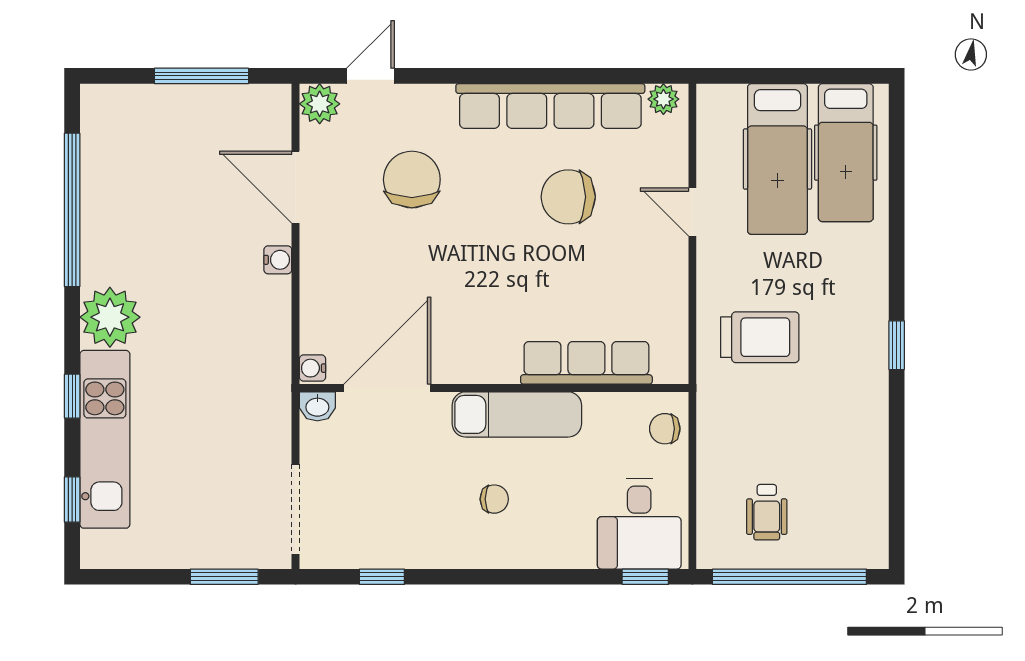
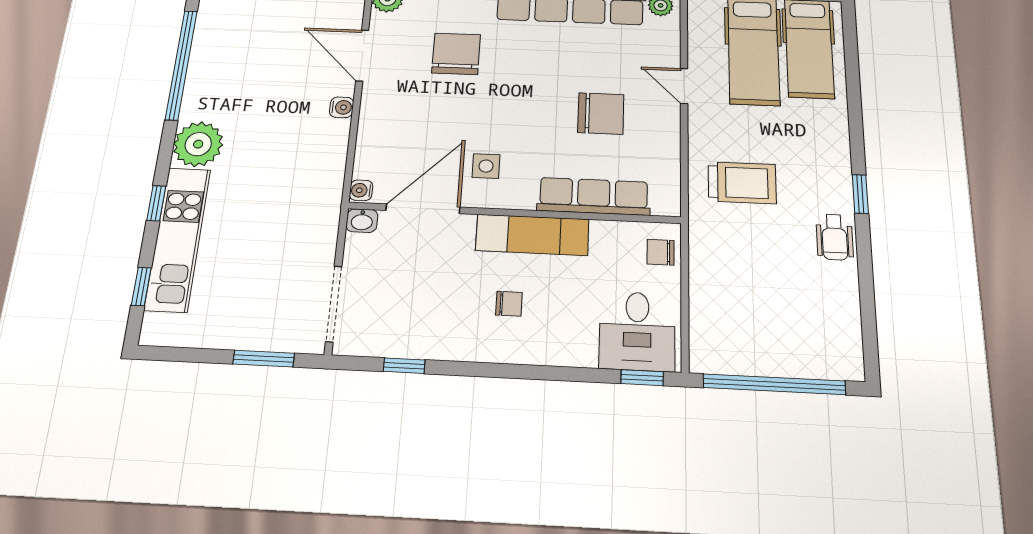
chair: (568, 197) -> (601, 113), moved, turned 180
side table: (458, 330) -> (486, 166), added
wheelchair: (767, 512) -> (835, 237), moved

